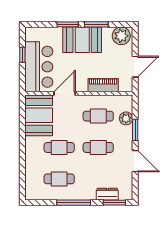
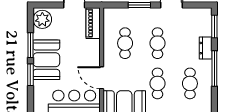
piano: (103, 85) -> (93, 23), moved
plant: (126, 118) -> (128, 14), removed
dresser: (107, 194) -> (206, 48), moved

